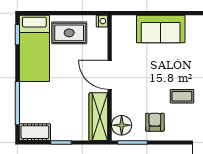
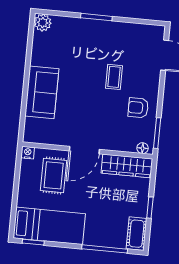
rug: (69, 33) -> (54, 175), moved
floor lamp: (122, 125) -> (143, 148), width x0.53, depth x0.53

